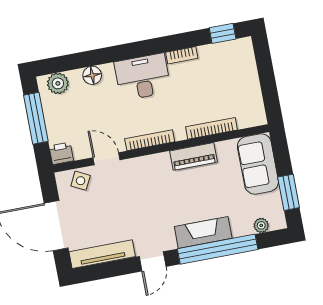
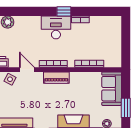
window: (223, 33) -> (64, 11), moved
floor lamp: (92, 75) -> (28, 21), removed
piano: (193, 156) -> (56, 78), moved

